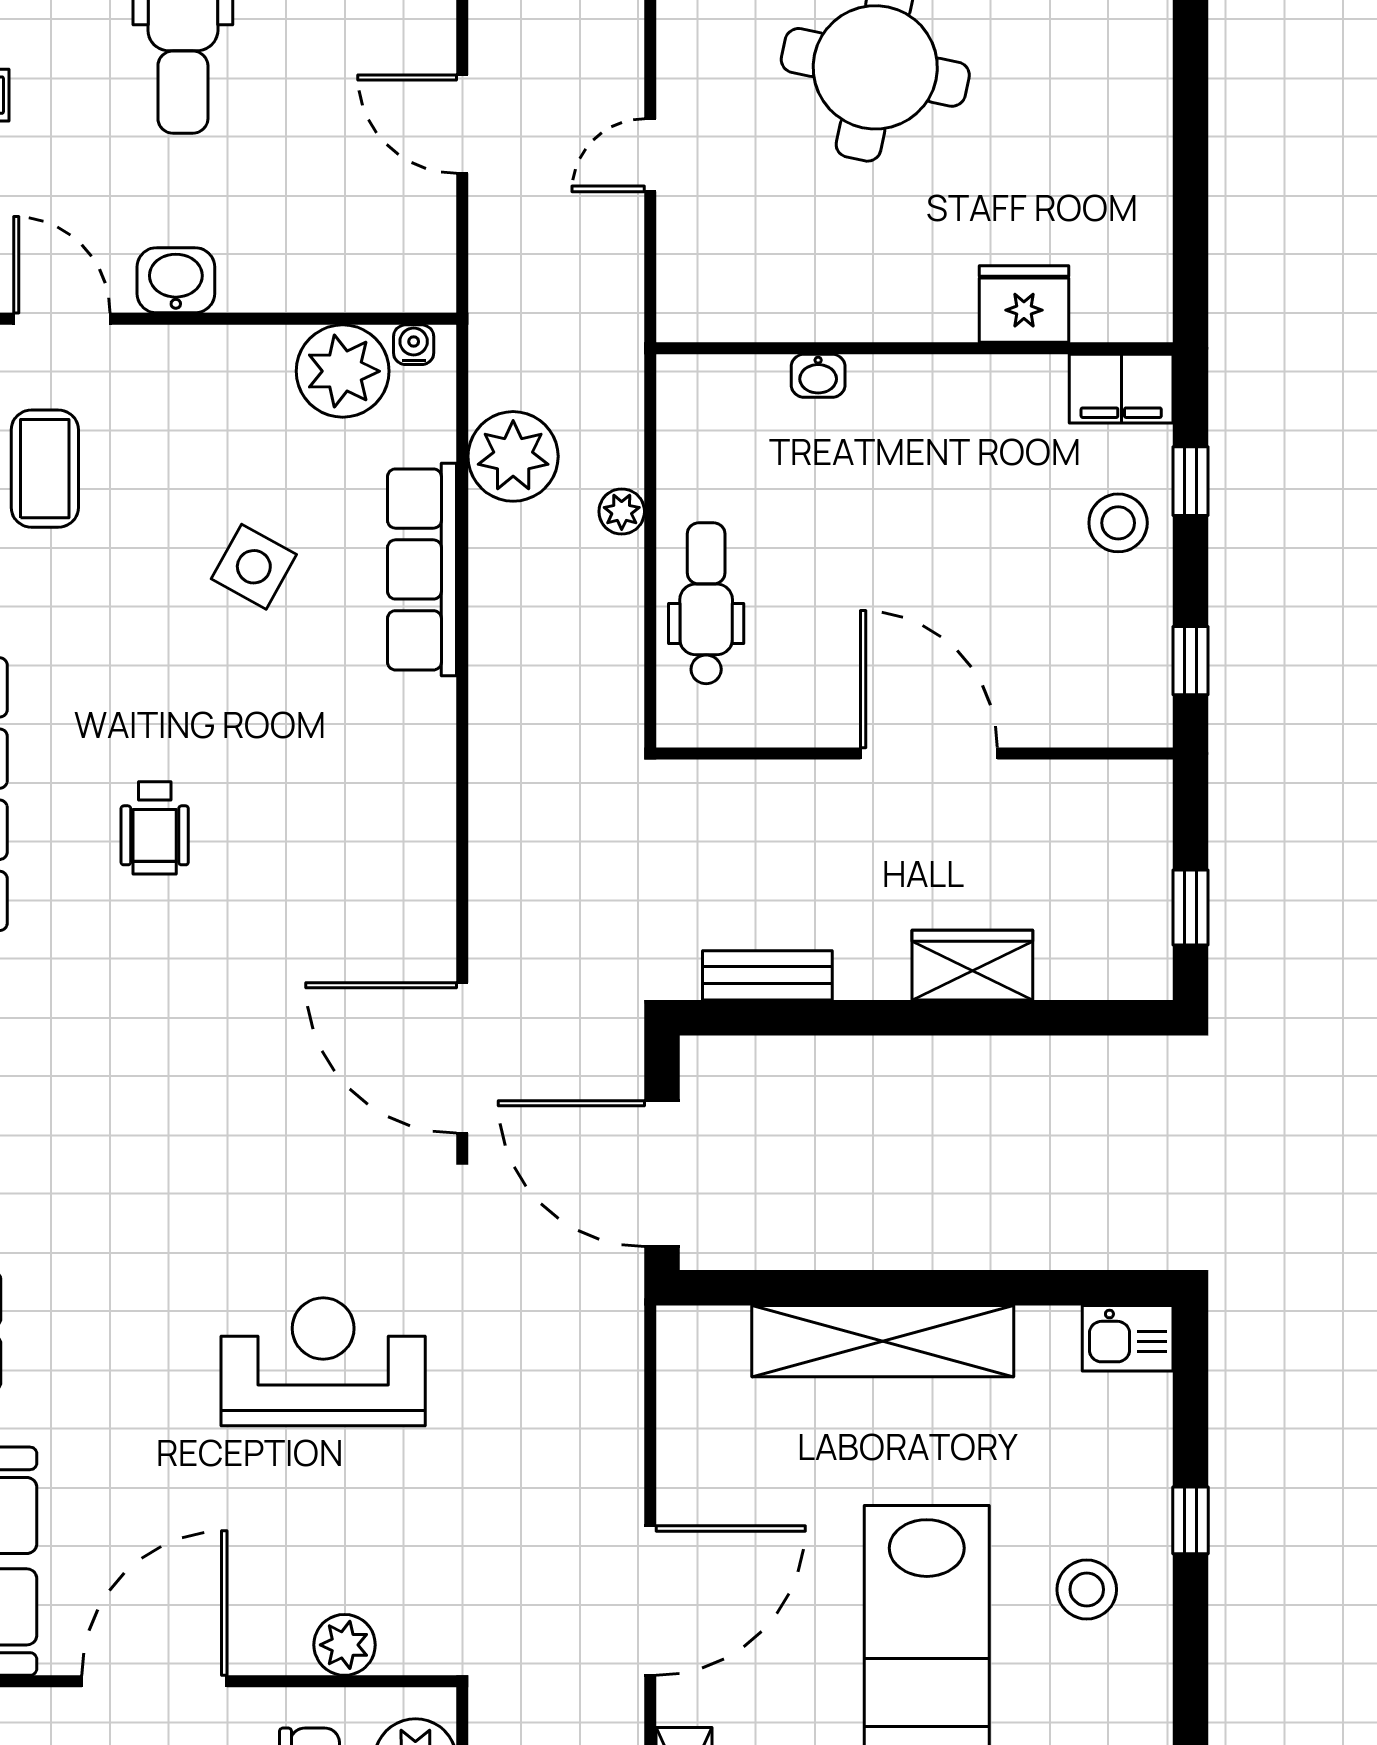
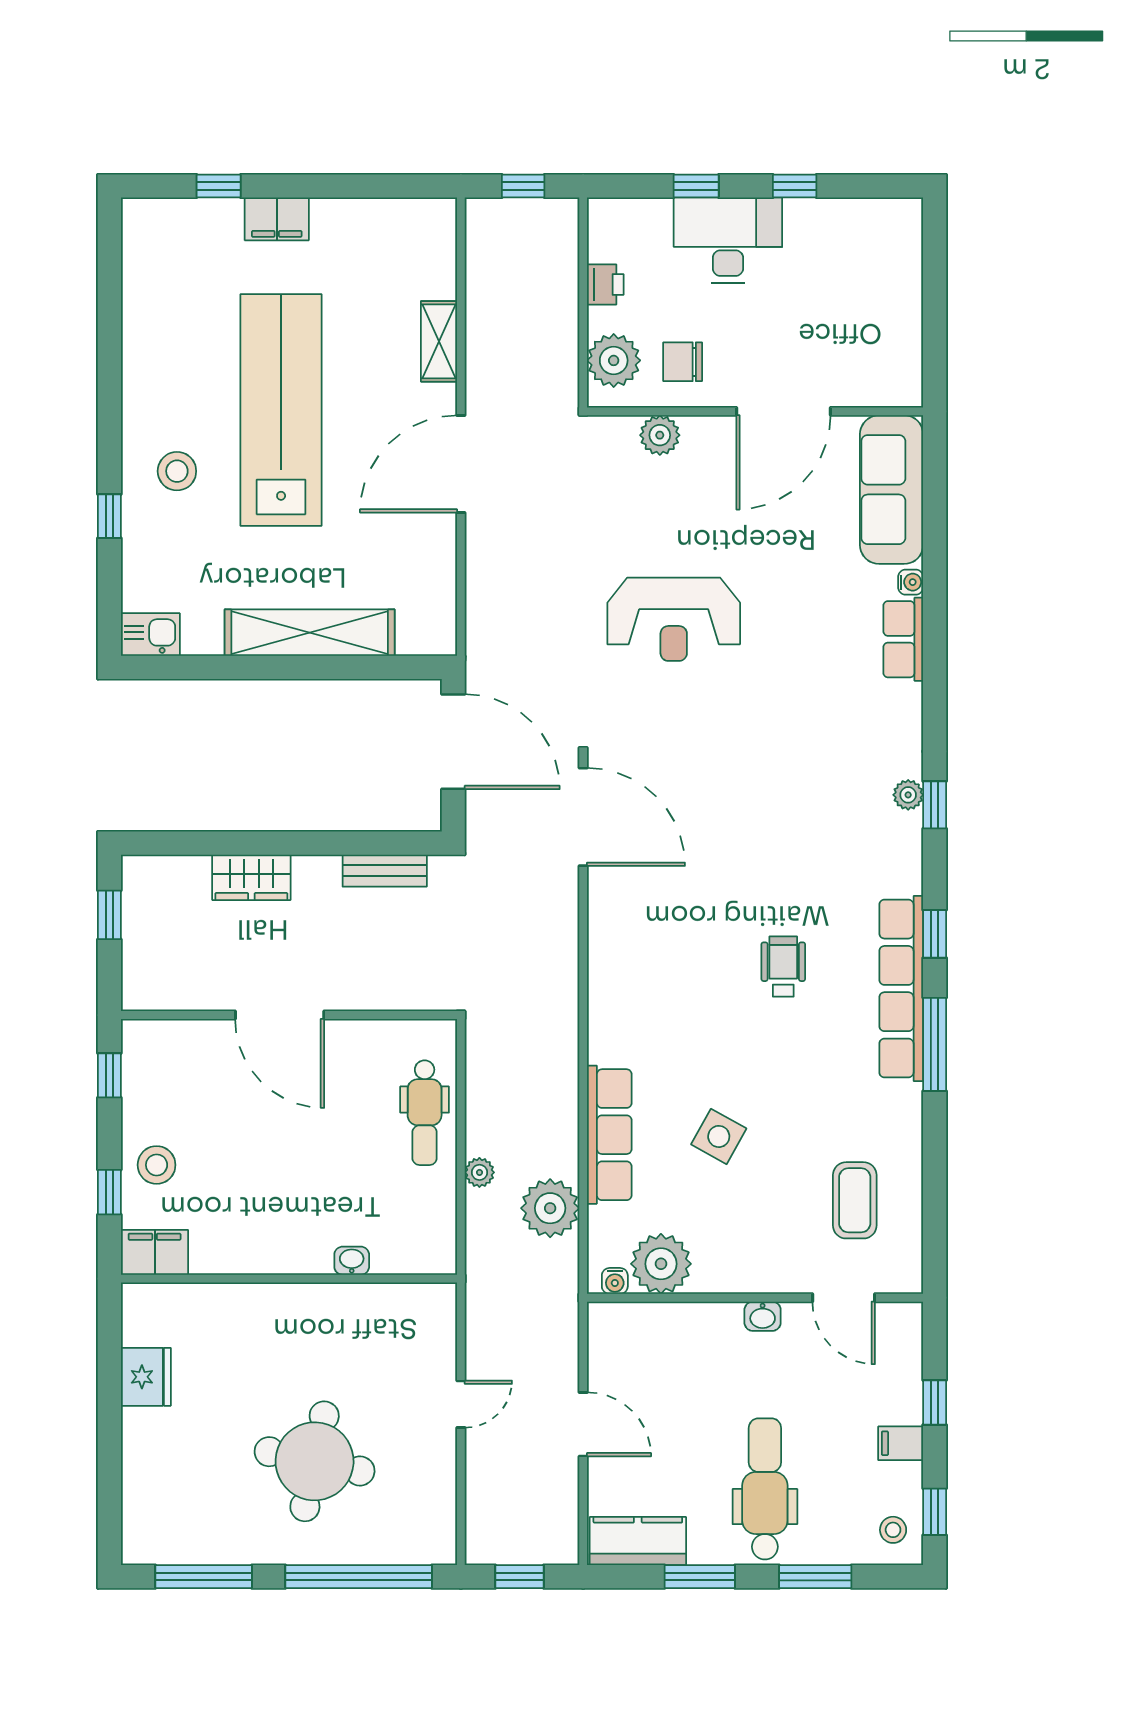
washbasin: (176, 280) -> (763, 1316), width x0.72, depth x0.69
fridge: (1024, 304) -> (146, 1377), moved, turned -90

